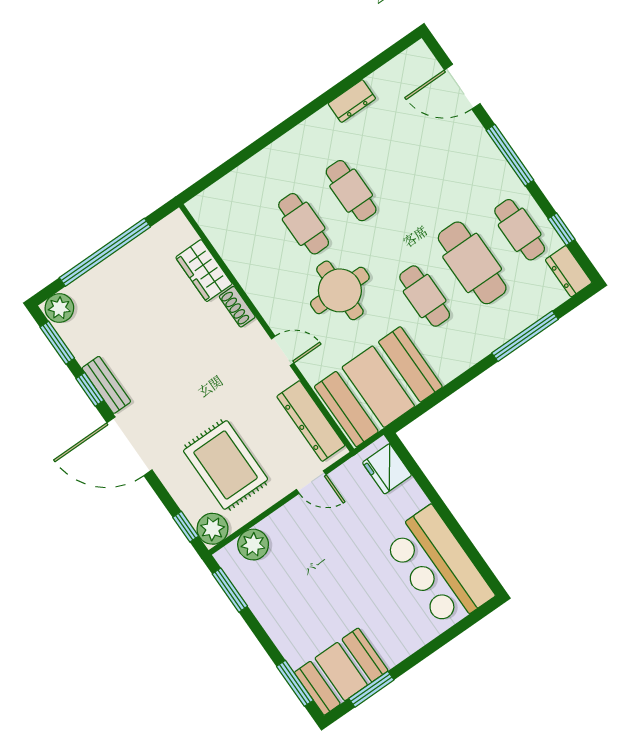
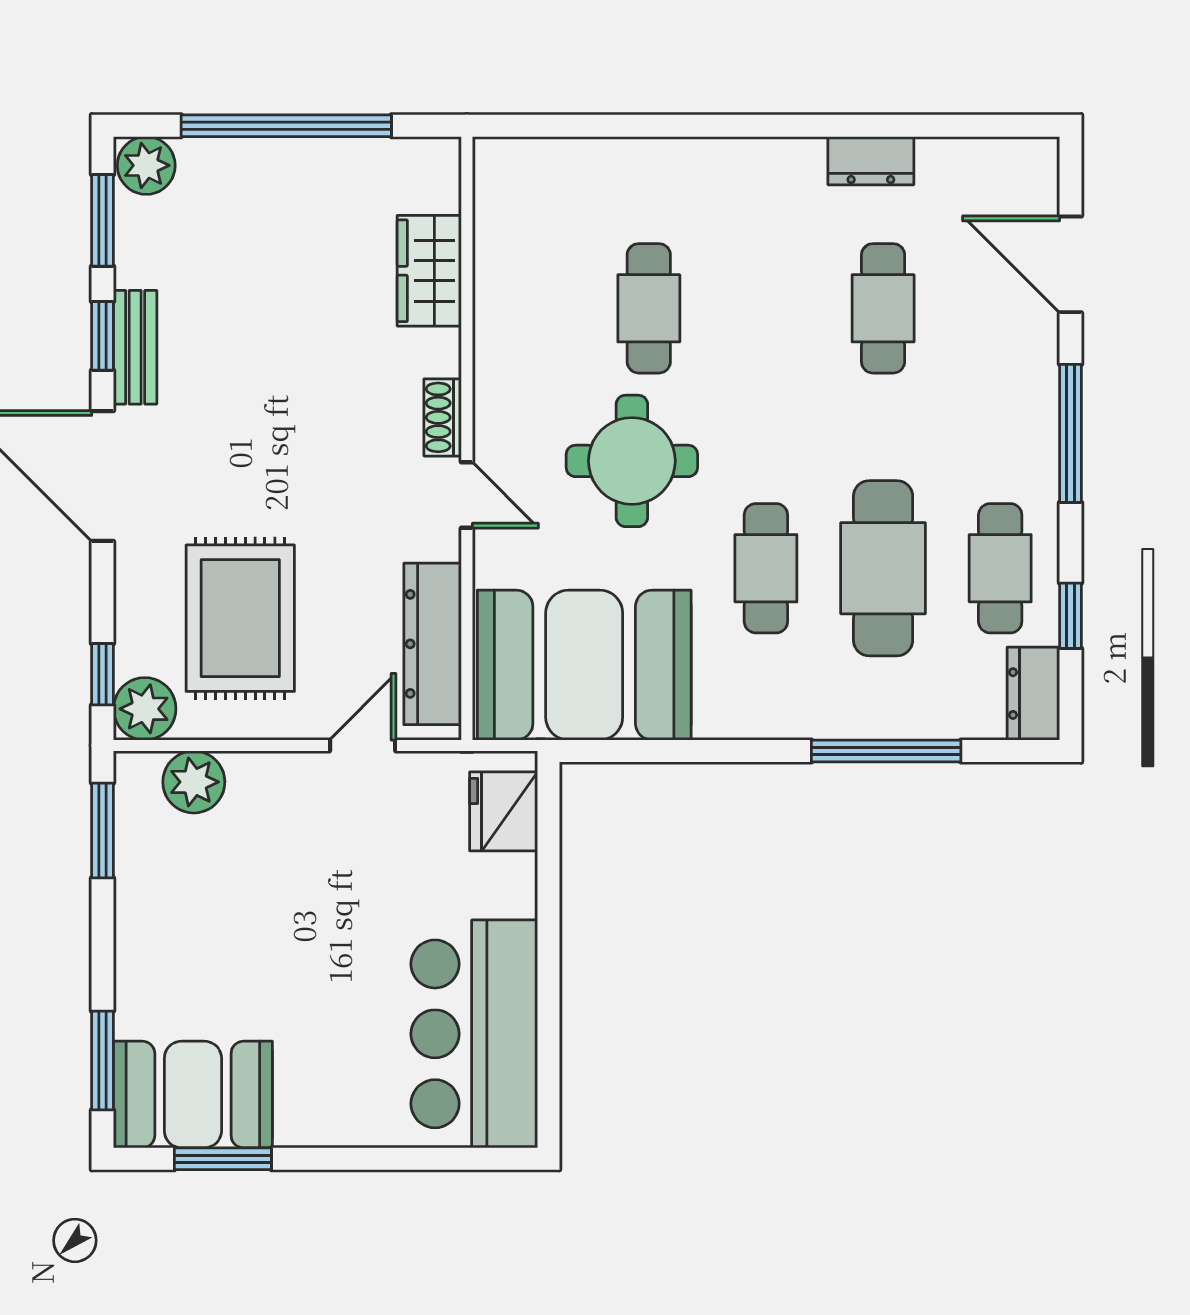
cafe table: (351, 191) -> (883, 308), moved
shoe rack: (237, 307) -> (443, 417), moved
door: (311, 482) -> (363, 745), swing flipped

